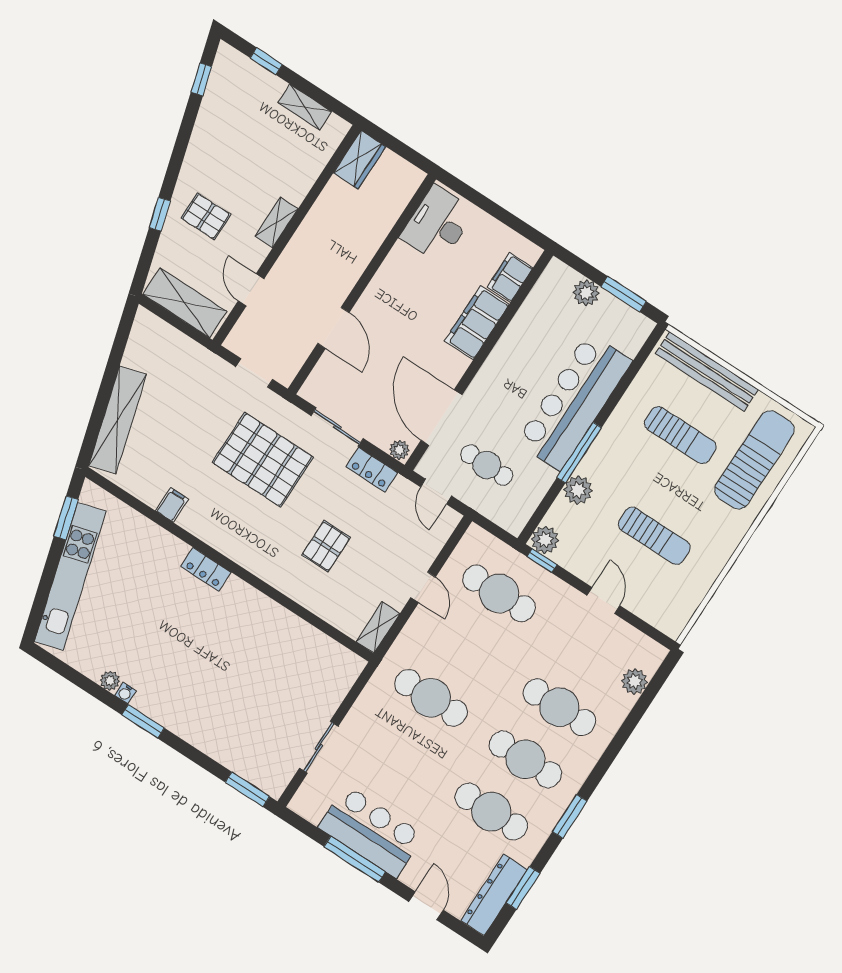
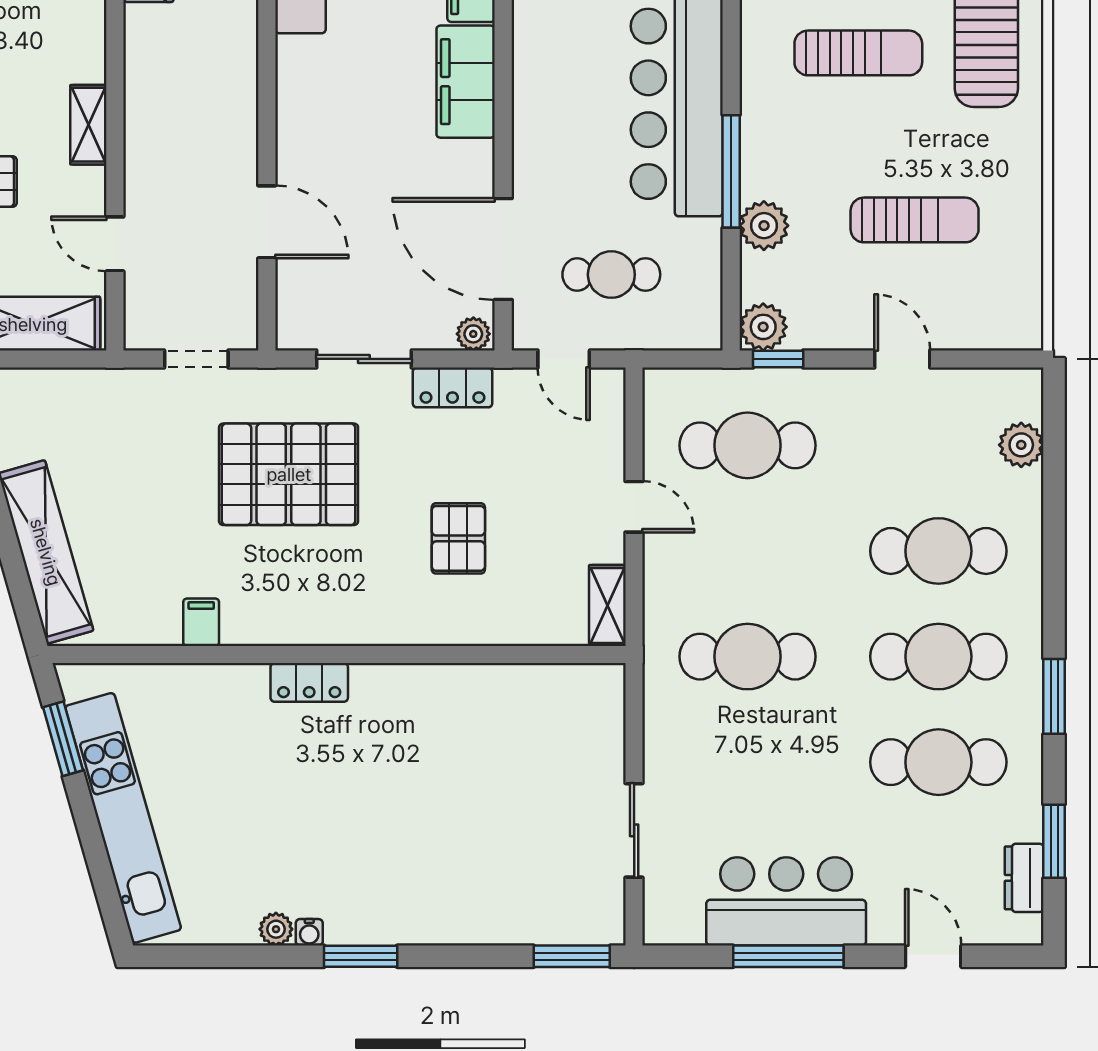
dresser: (494, 895) -> (1024, 878), width x0.51, depth x0.80

